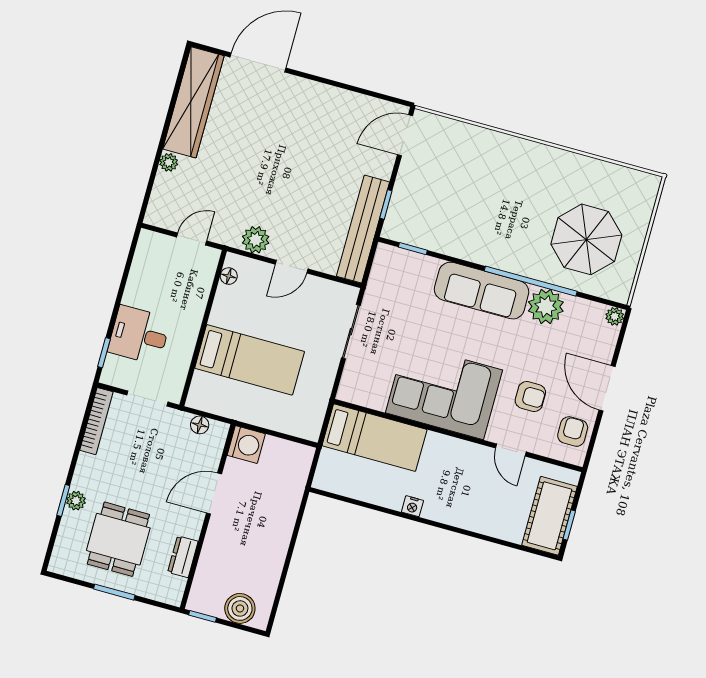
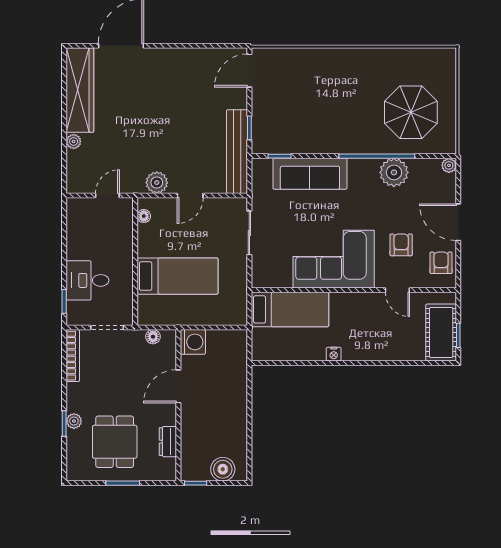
sofa: (482, 291) -> (310, 174), moved
armchair: (530, 397) -> (401, 245), turned -90

